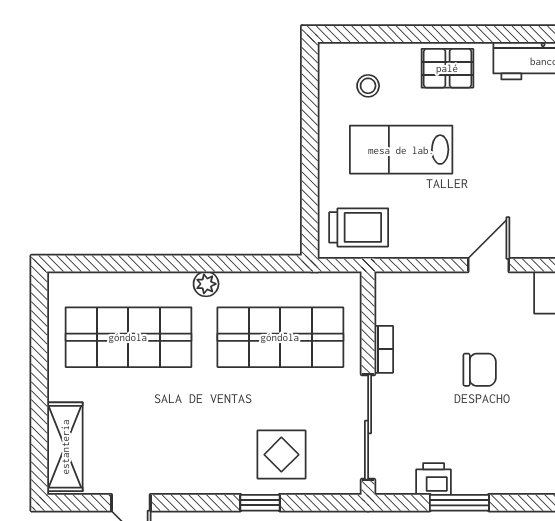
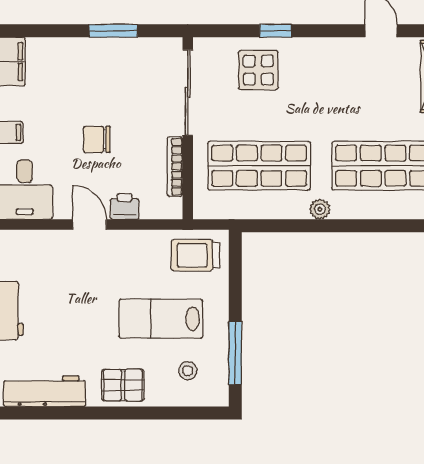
window: (310, 108) -> (235, 353), added
lab bench: (401, 150) -> (161, 319), turned 180
door: (488, 265) -> (89, 224), swing flipped
bookcase: (384, 349) -> (175, 167), width x1.56
printer: (434, 479) -> (125, 206), moved, turned 180

